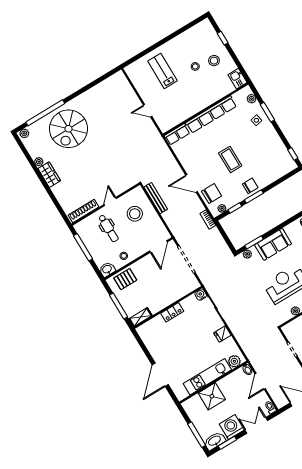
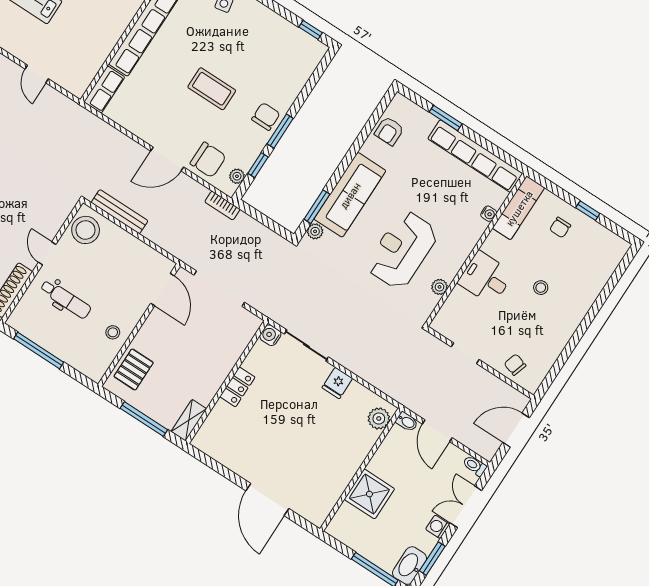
door: (148, 111) -> (37, 74), hinge flipped
chair: (212, 194) -> (208, 160), turned 90
stool: (135, 214) -> (86, 230), moved
sofa: (273, 244) -> (350, 195), width x1.36
washbasin: (107, 269) -> (96, 368), removed
kitchen unit: (207, 377) -> (347, 465), removed
washing machine: (232, 427) -> (438, 527), width x0.53, depth x0.53

